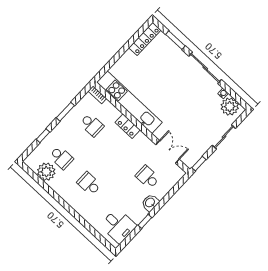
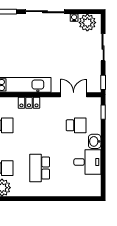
school desk: (148, 177) -> (76, 125), turned 180
school desk: (89, 184) -> (40, 168), width x1.85
window: (145, 221) -> (103, 112), moved
desk: (118, 226) -> (87, 162), moved

